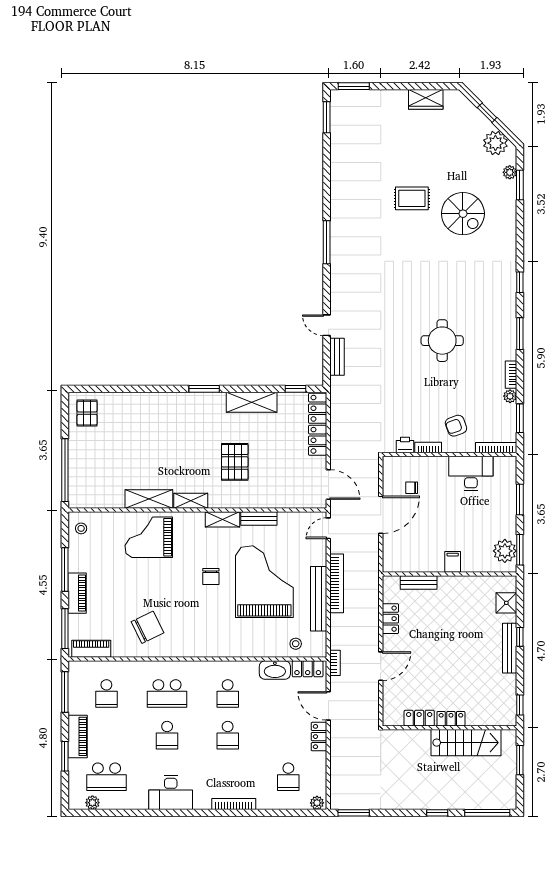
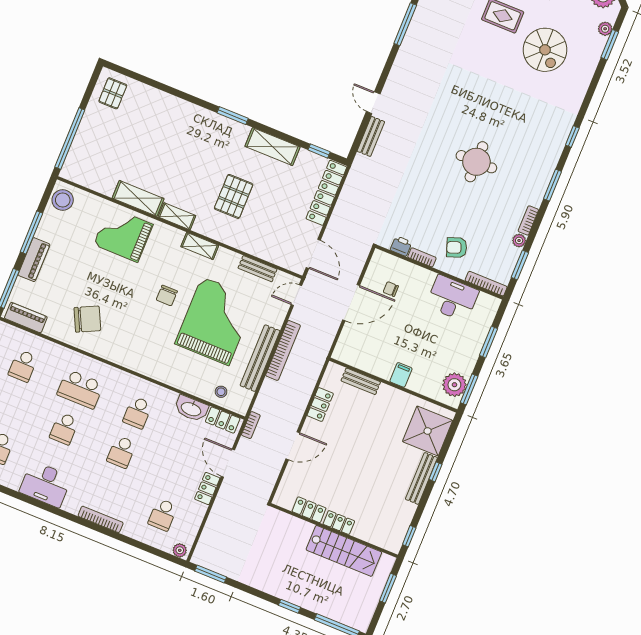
bench: (259, 519) -> (258, 269), moved
stool: (81, 528) -> (63, 200), width x1.89, depth x1.89
shower: (506, 603) -> (428, 431), width x1.86, depth x1.86

